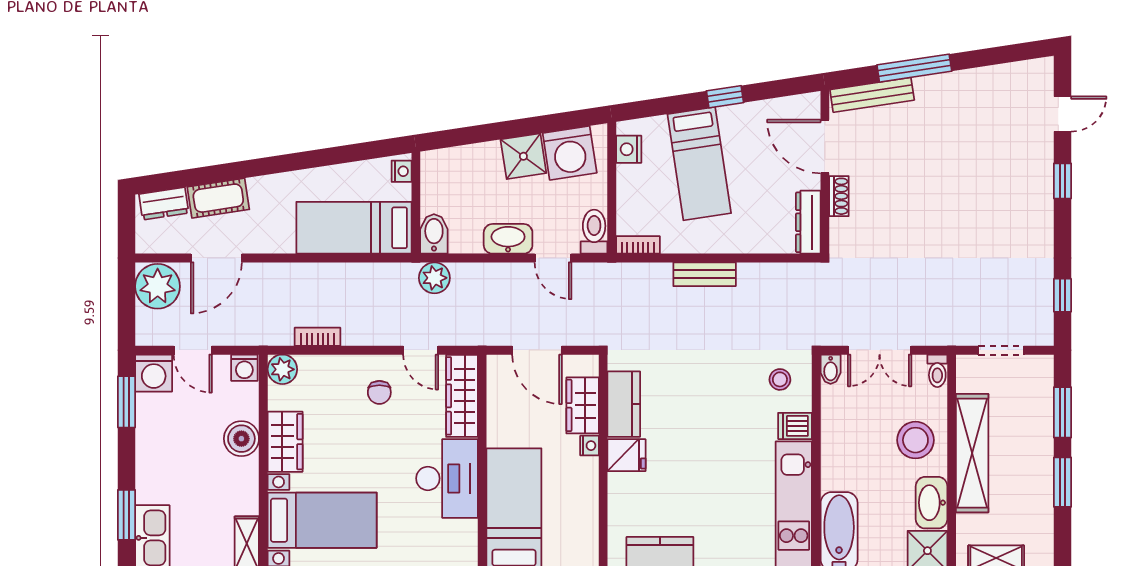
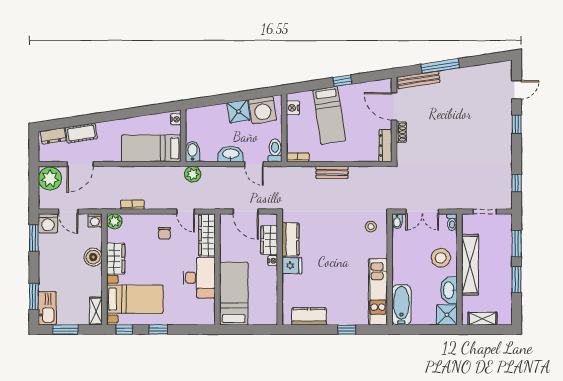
dishwasher: (795, 426) -> (379, 251), removed

